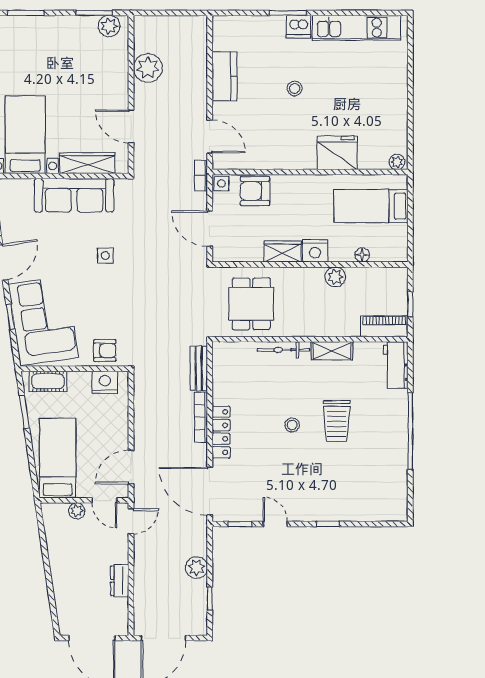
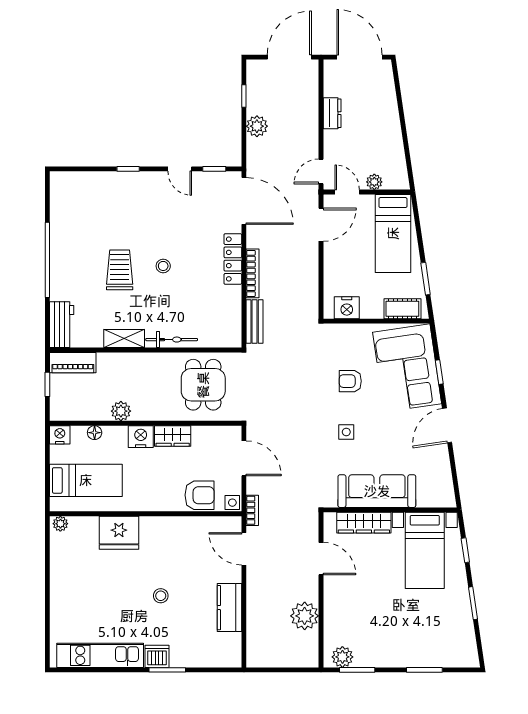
nightstand: (398, 253) -> (60, 435), added
armchair: (105, 351) -> (350, 381), moved

